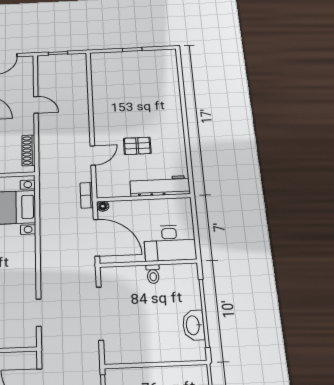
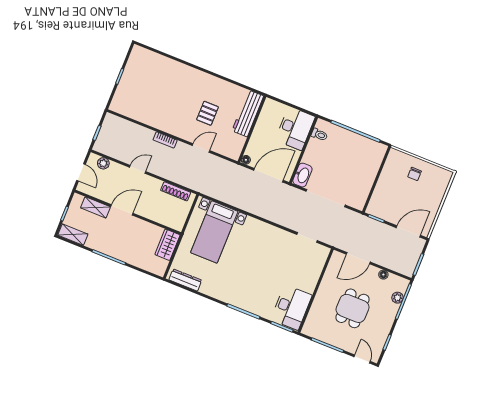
plant: (27, 71) -> (103, 163), added
door: (93, 155) -> (201, 148), hinge flipped
bookcase: (87, 195) -> (165, 140), moved
toilet: (153, 274) -> (319, 135), moved
washbasin: (193, 325) -> (302, 175), moved, turned -90

